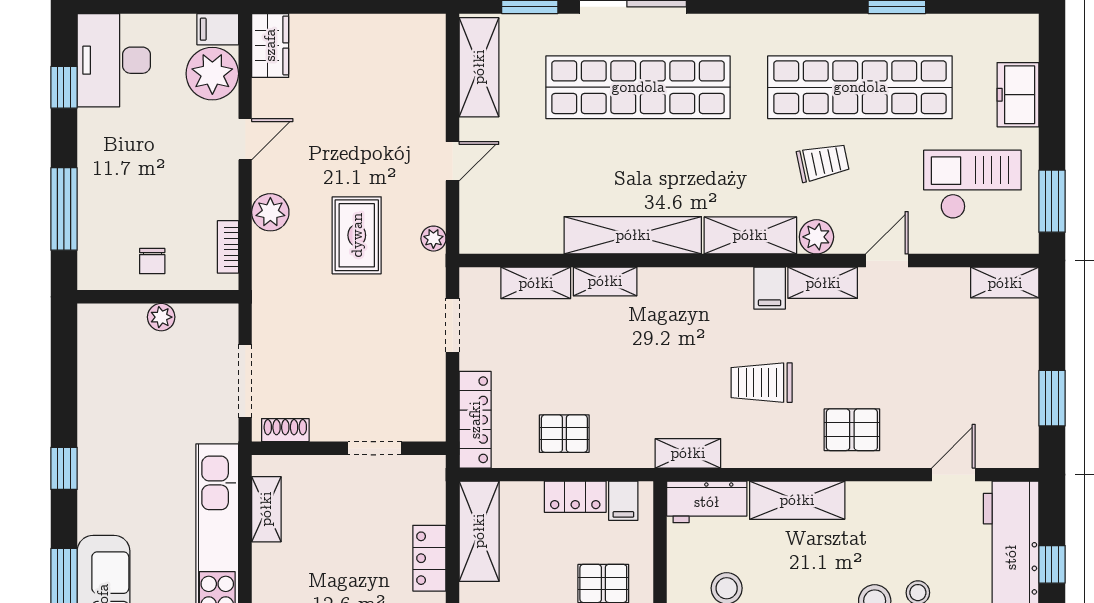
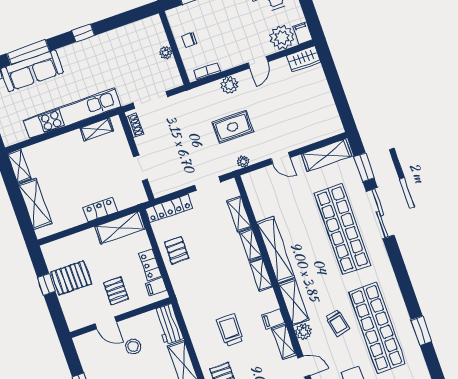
door: (245, 139) -> (258, 62), hinge flipped
shelving: (688, 453) -> (261, 275), moved

